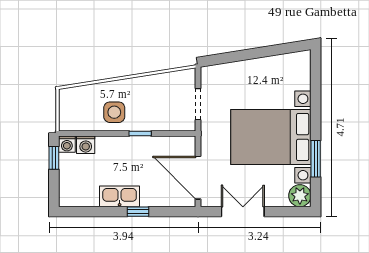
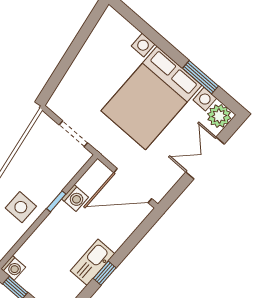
washing machine: (86, 145) -> (75, 198), moved
window: (138, 212) -> (105, 273), moved
double door: (243, 212) -> (205, 158), moved

